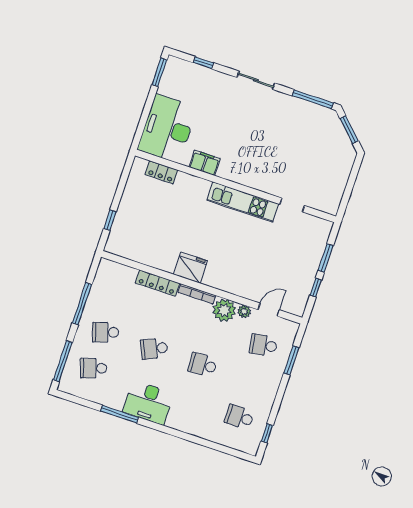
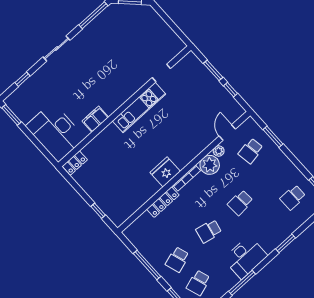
locker: (161, 172) -> (75, 163), moved
school desk: (154, 349) -> (209, 231), turned 36
window: (187, 437) -> (286, 243), added

